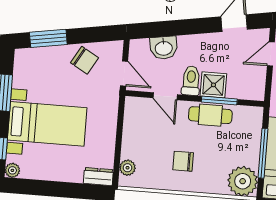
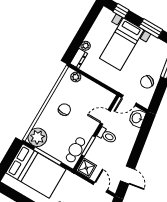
washbasin: (164, 48) -> (137, 118), moved
shower: (213, 85) -> (86, 168), moved
cafe table: (210, 115) -> (75, 150), moved
plant: (12, 170) -> (86, 46), moved

